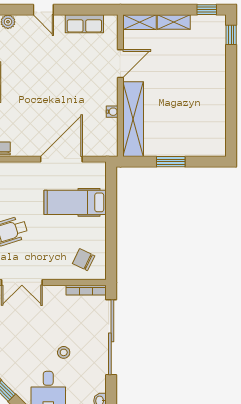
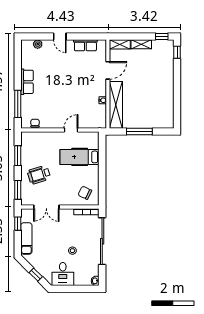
door: (61, 159) -> (71, 130), width x0.53
window: (171, 162) -> (139, 132), width x1.44

